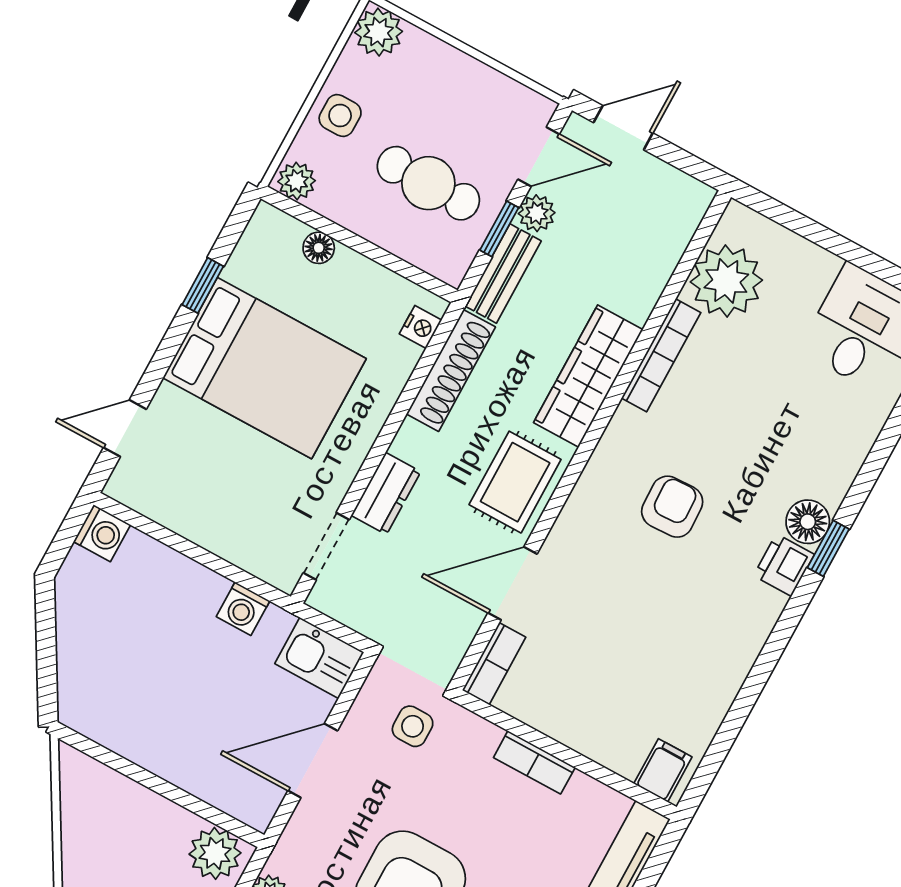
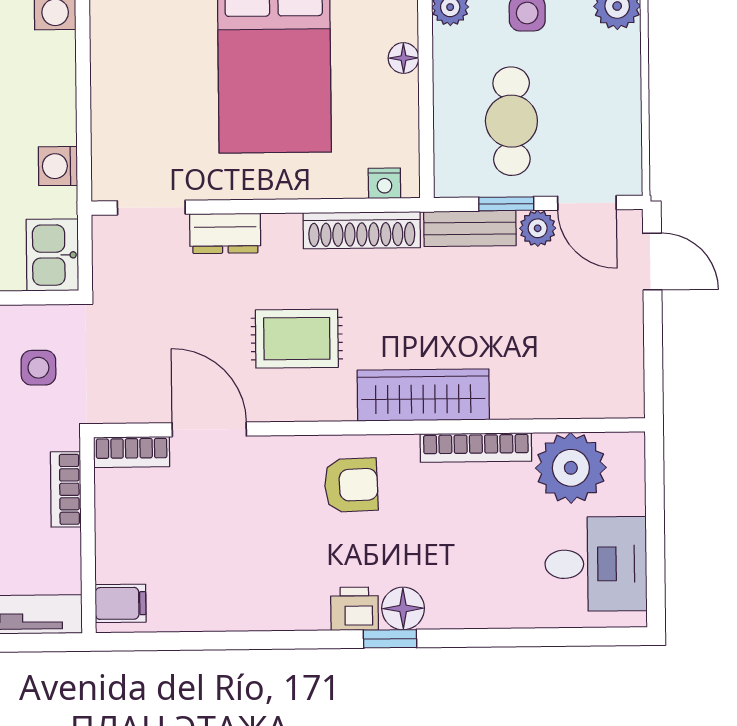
plant: (726, 281) -> (571, 468), moved
bookcase: (661, 355) -> (476, 447), moved
wardrobe: (588, 376) -> (423, 395), moved
wall: (591, 440) -> (369, 428), moved
door: (512, 583) -> (209, 429), moved
bookcase: (494, 664) -> (132, 452), moved

